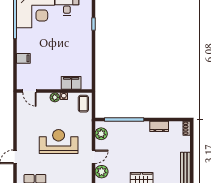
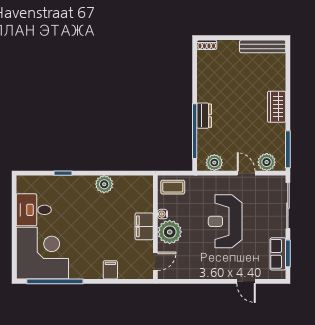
plant: (85, 54) -> (104, 184), added
filing cabinet: (71, 83) -> (144, 226), moved
plant: (55, 97) -> (170, 232), width x1.88, depth x1.88
dresser: (159, 126) -> (204, 116), moved

